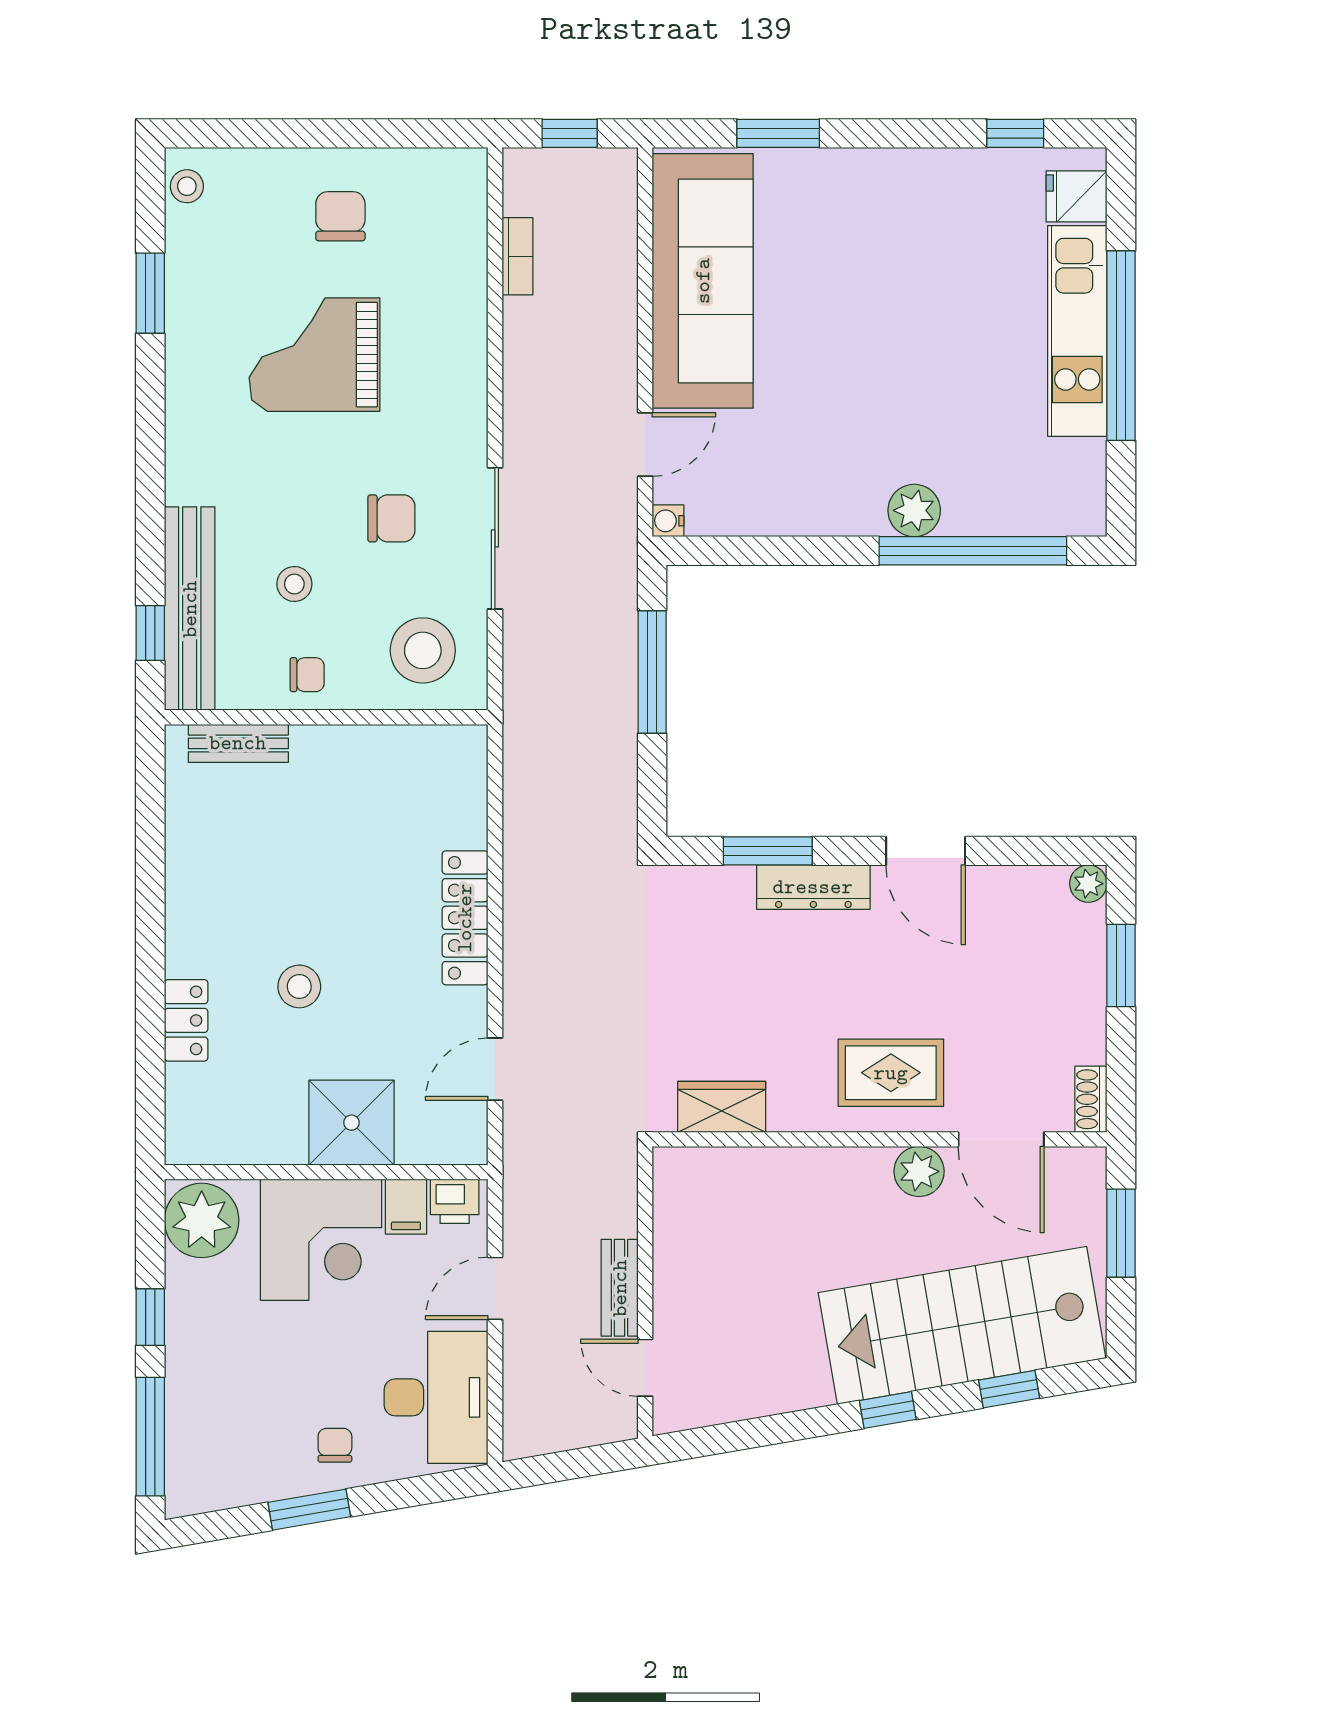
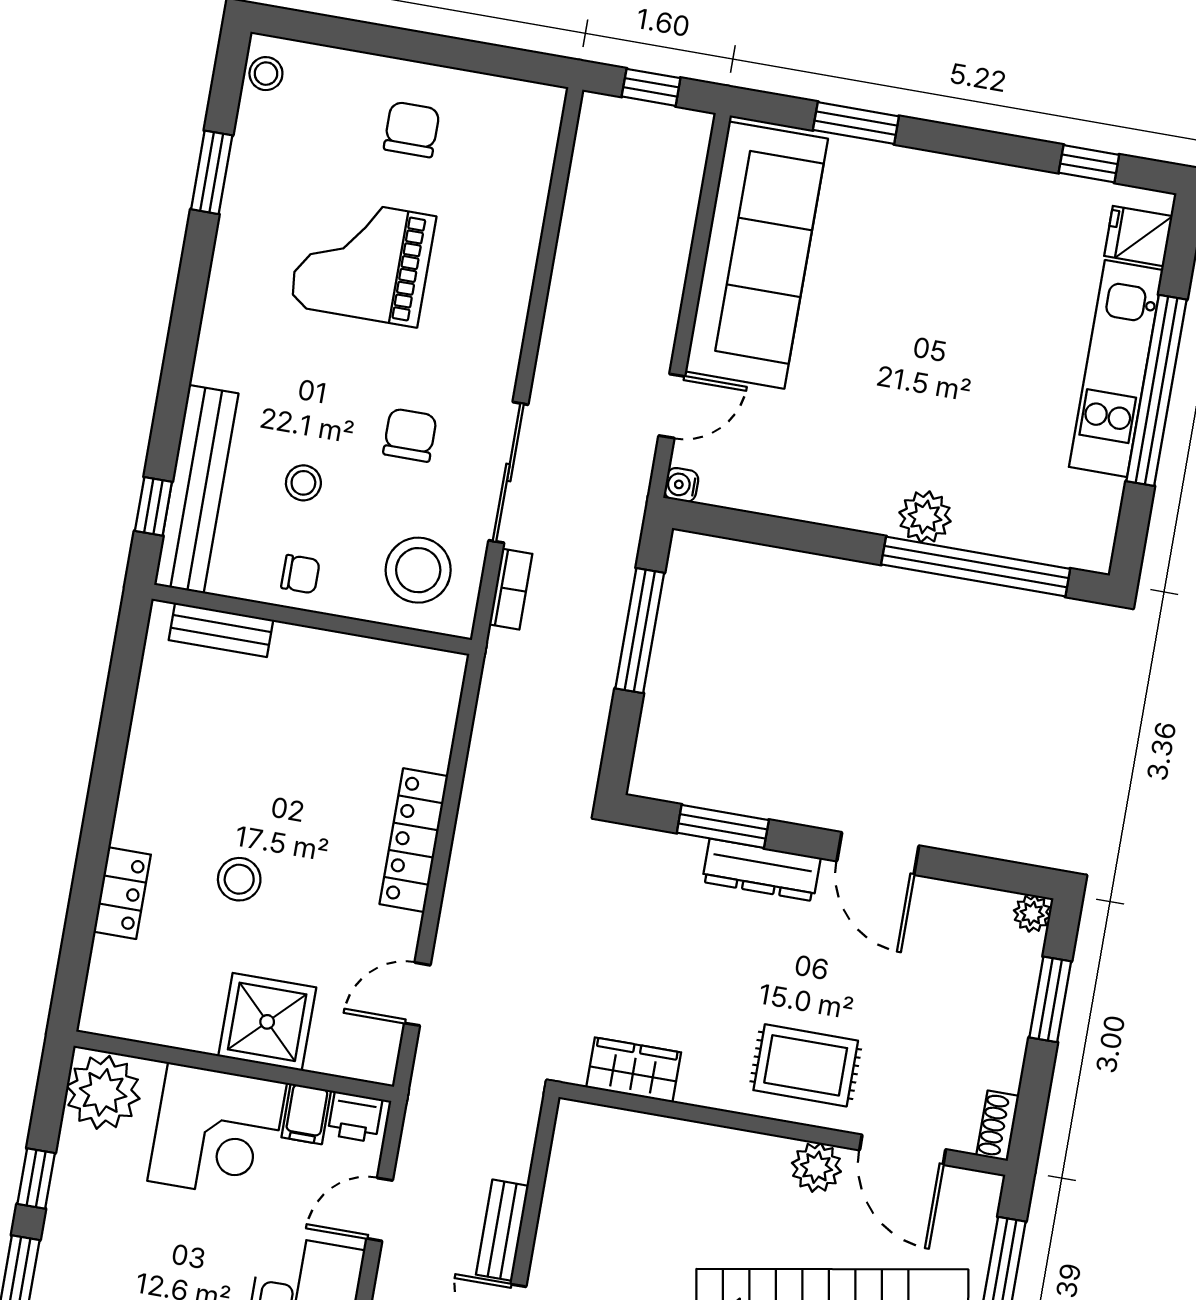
bookcase: (517, 256) -> (511, 589), moved
chair: (391, 518) -> (410, 435), turned -90

